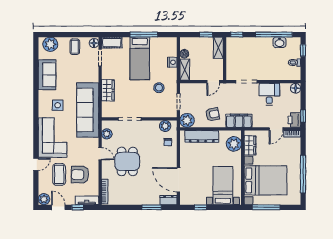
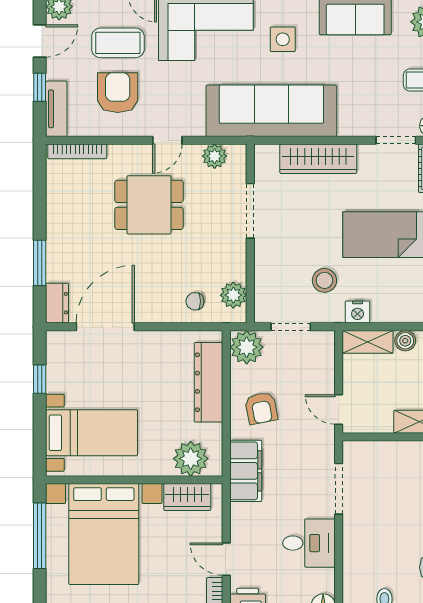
nightstand: (172, 62) -> (358, 312), moved
wardrobe: (108, 90) -> (318, 159), width x1.50

